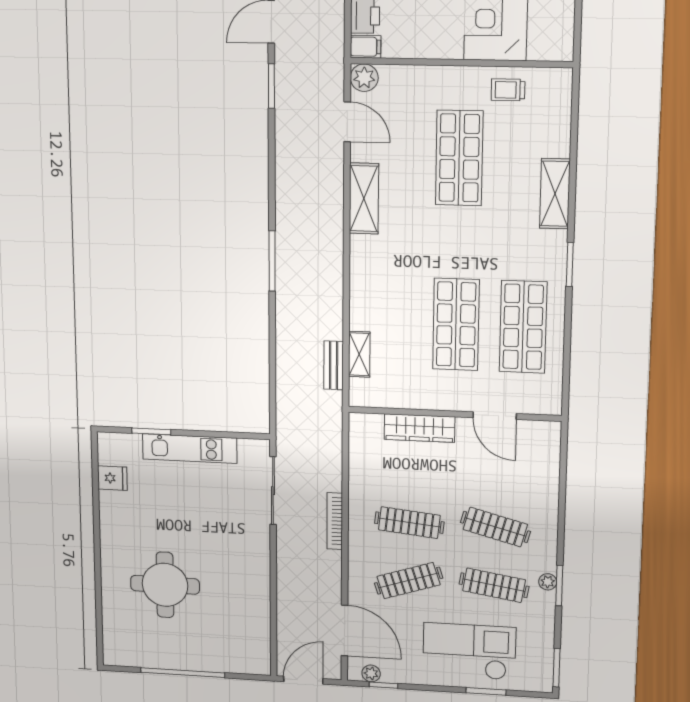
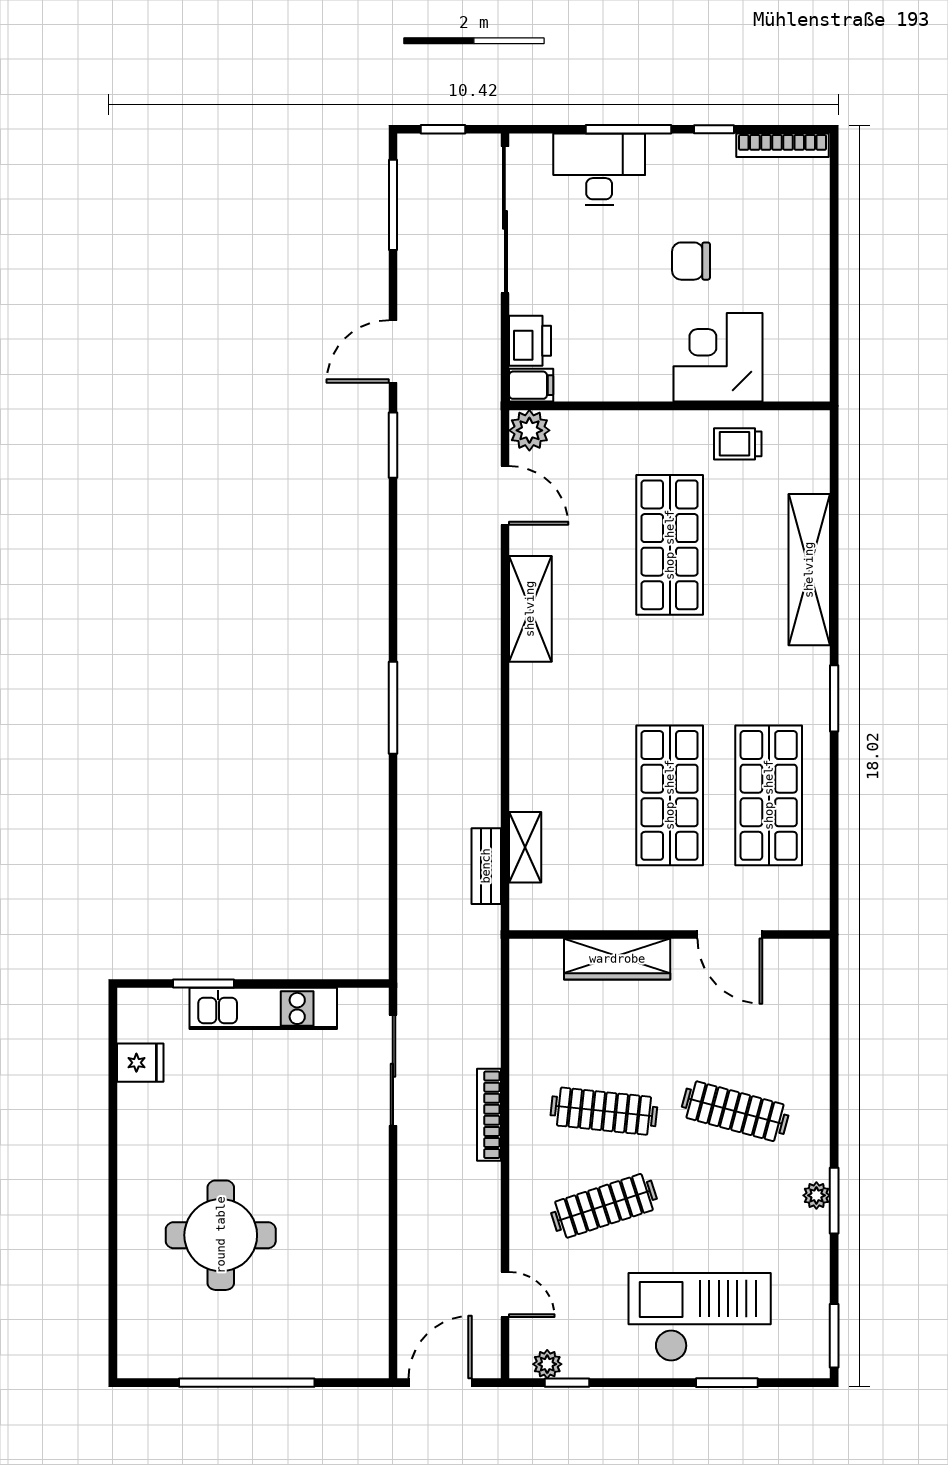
shelving: (555, 194) -> (809, 570), width x1.47
clothes rail: (494, 585) -> (735, 1206), removed
door: (344, 630) -> (505, 1295), width x0.53

